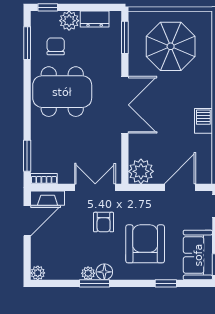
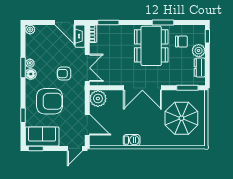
window: (27, 43) -> (163, 22), moved

